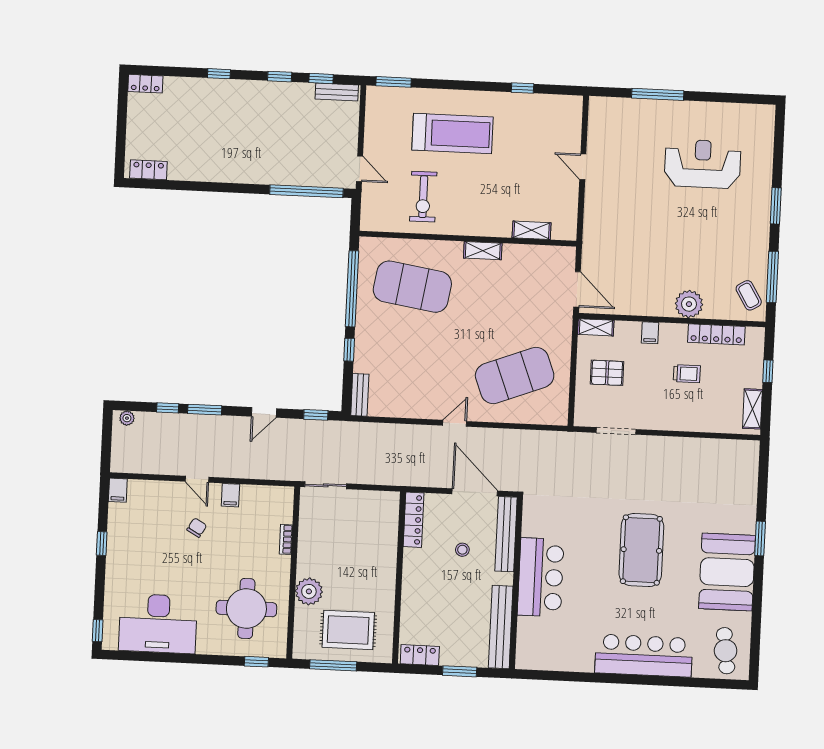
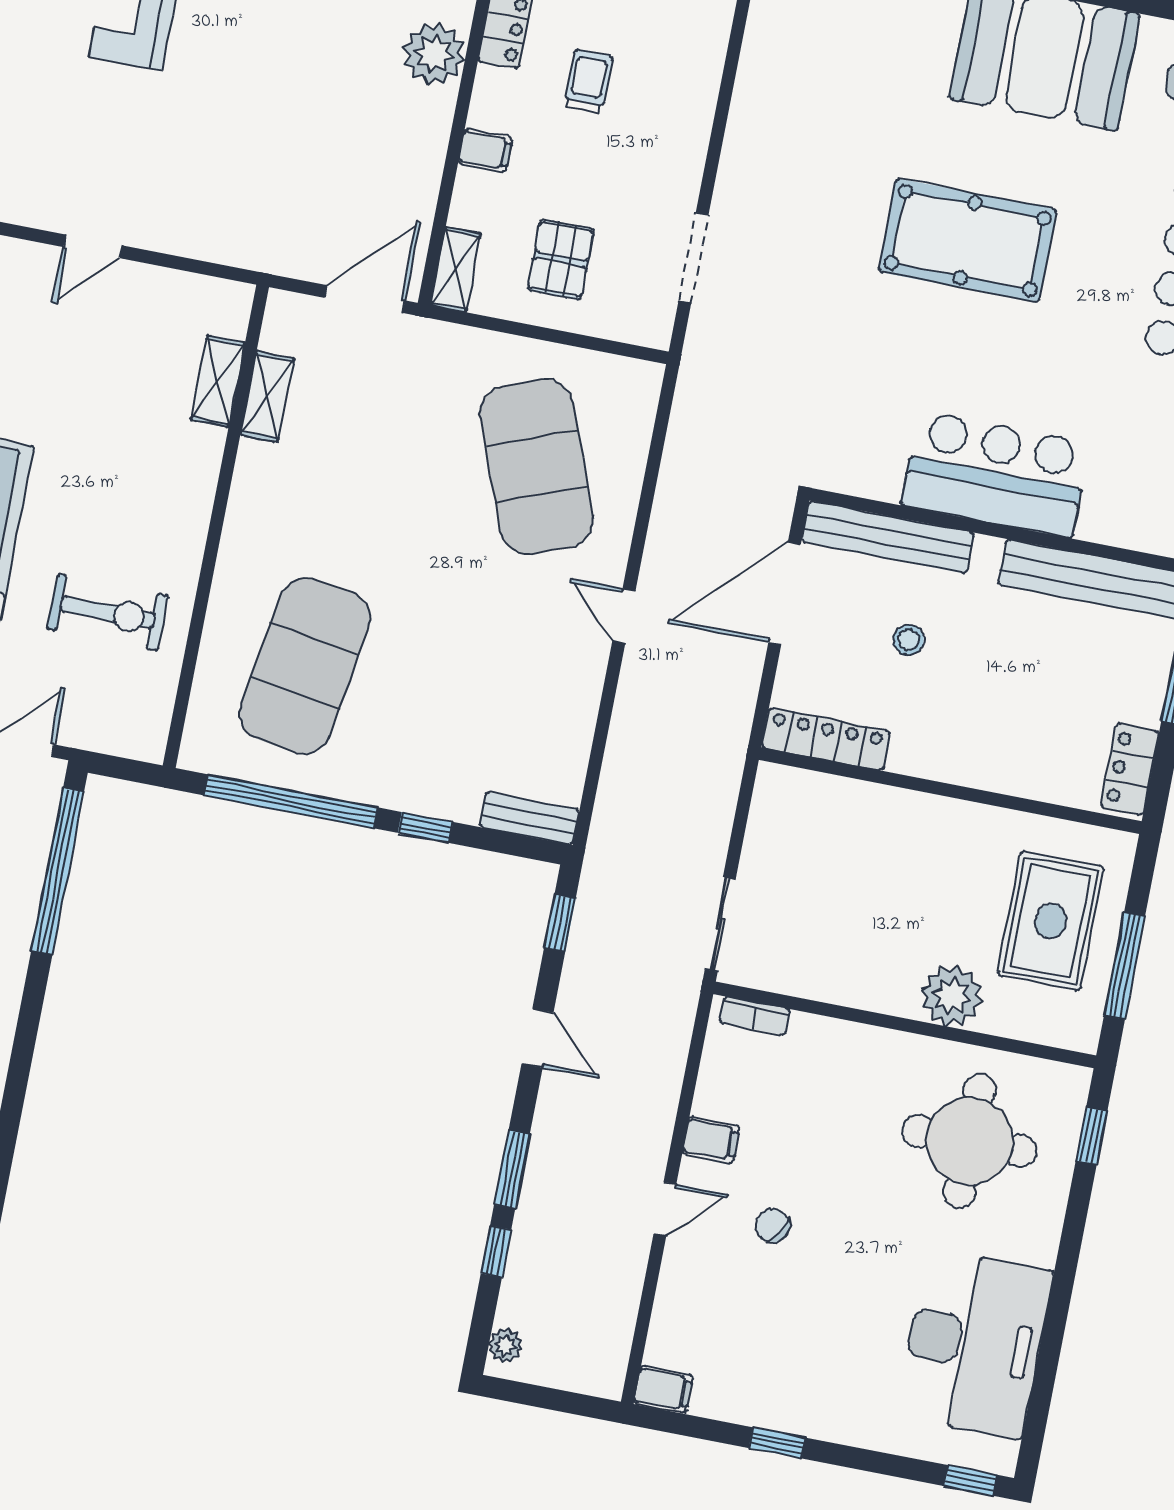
shelving: (483, 251) -> (267, 396), moved
bookcase: (286, 539) -> (755, 1016), moved

